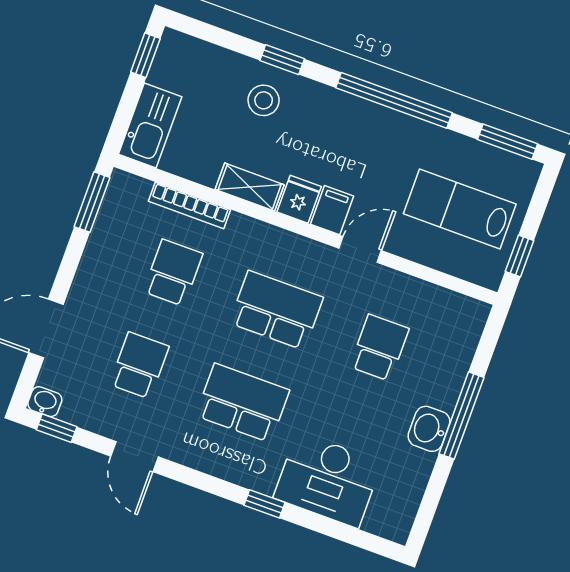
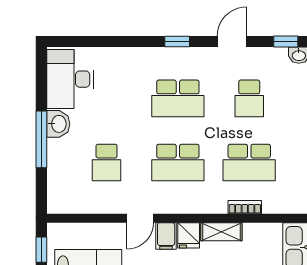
bookcase: (189, 205) -> (245, 207), width x0.64
school desk: (173, 273) -> (249, 162), width x1.85
door: (134, 457) -> (232, 42), hinge flipped
desk: (328, 480) -> (70, 79), moved, turned -90
window: (264, 504) -> (177, 42), moved

